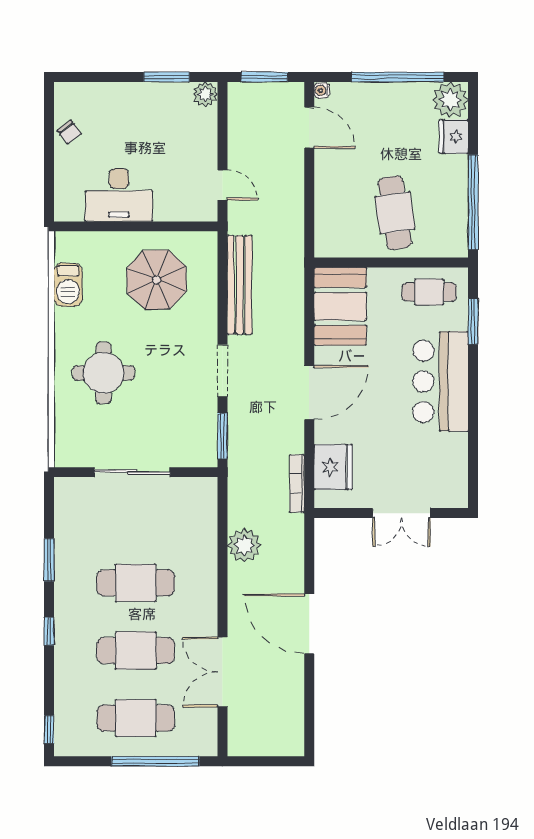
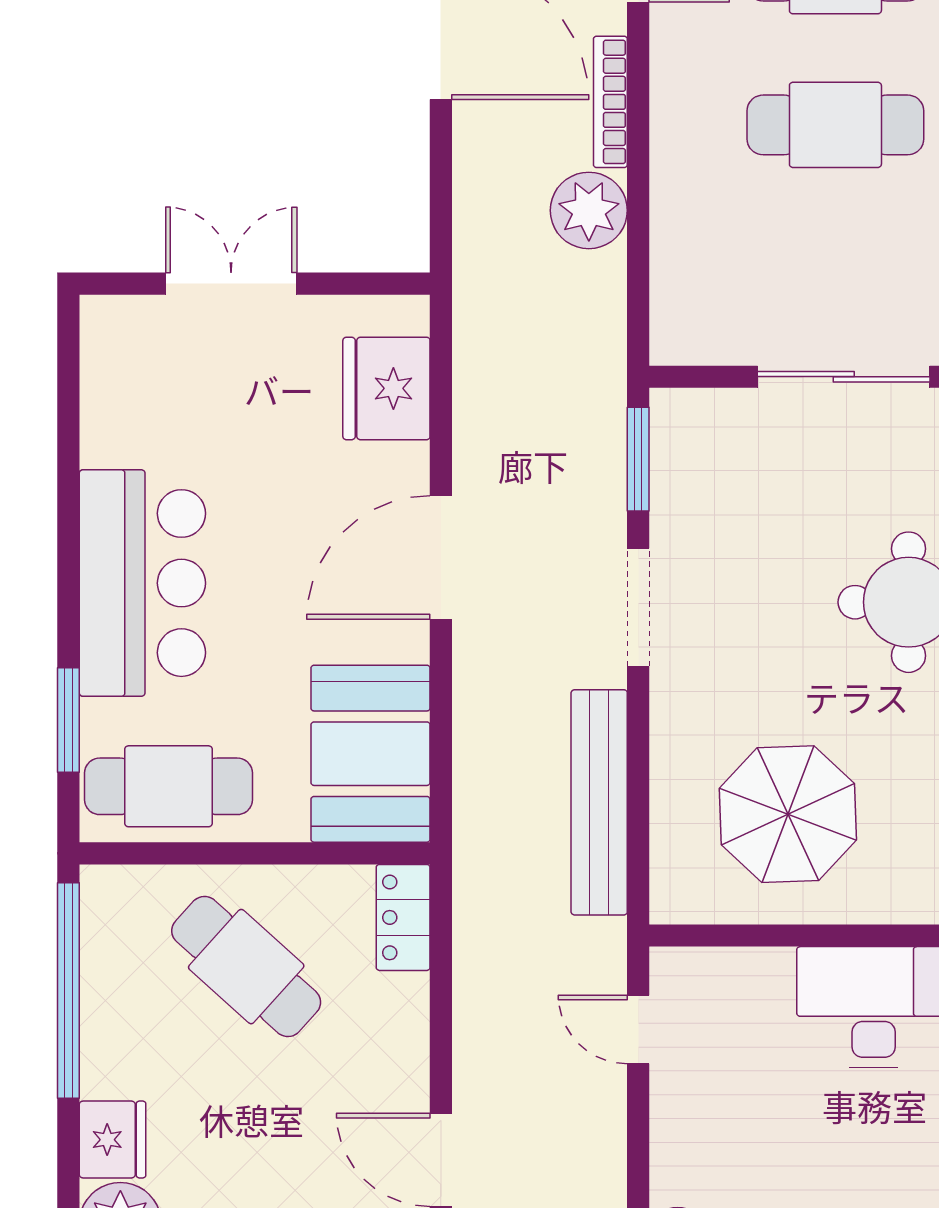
cafe table: (395, 213) -> (246, 967), turned -40
locker: (326, 234) -> (403, 917), added
cafe table: (429, 292) -> (169, 786), width x1.37, depth x1.35
bookcase: (297, 483) -> (610, 102), moved, turned 180

